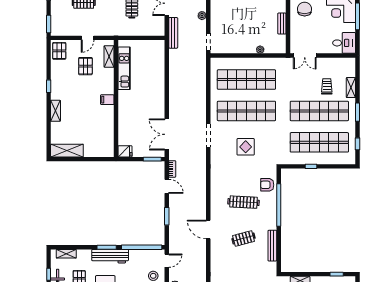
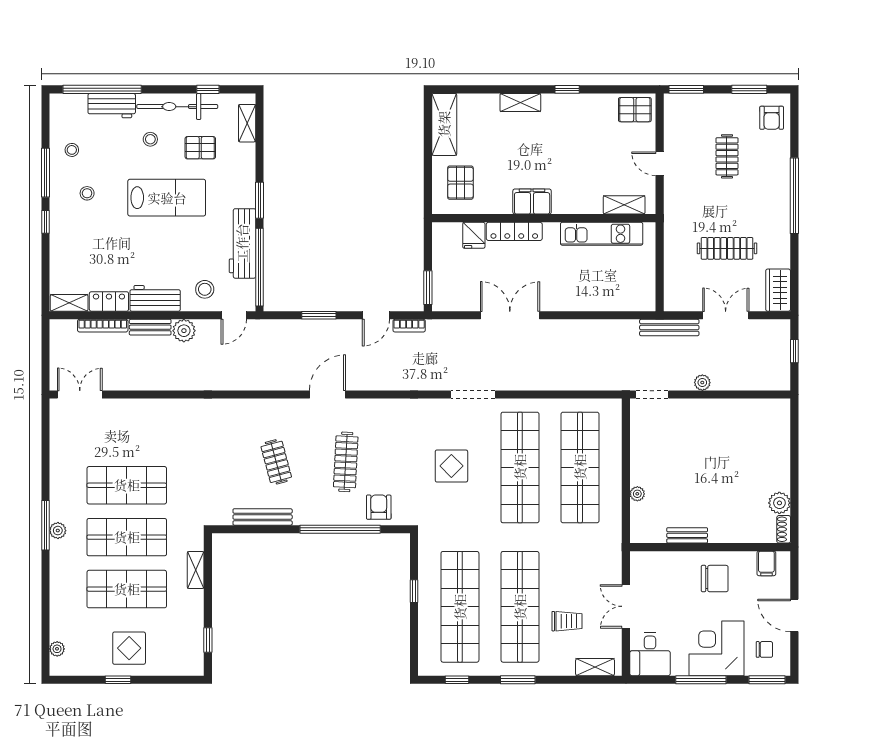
double door: (305, 56) -> (626, 606), moved
pallet: (85, 66) -> (460, 183), moved, turned 90
shelving: (351, 88) -> (595, 667), moved
filing cabinet: (107, 100) -> (532, 202), width x2.00
locker: (123, 114) -> (514, 231), added
double door: (167, 134) -> (510, 315), moved
fridge: (125, 151) -> (474, 235), moved
door: (208, 230) -> (327, 395), moved
workbench: (110, 256) -> (242, 243), moved
door: (167, 261) -> (234, 315), hinge flipped

